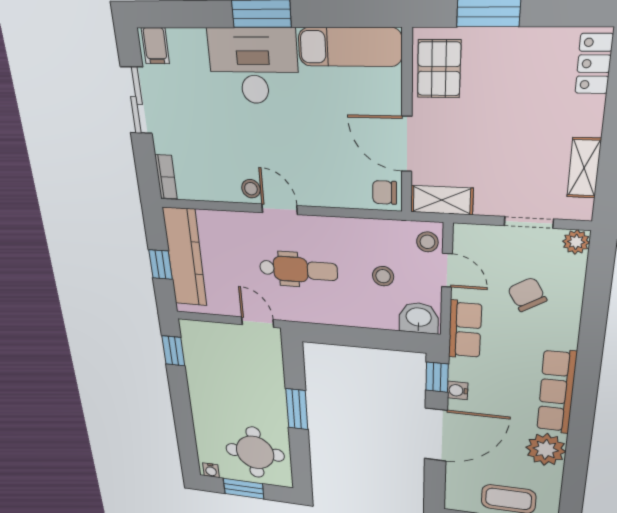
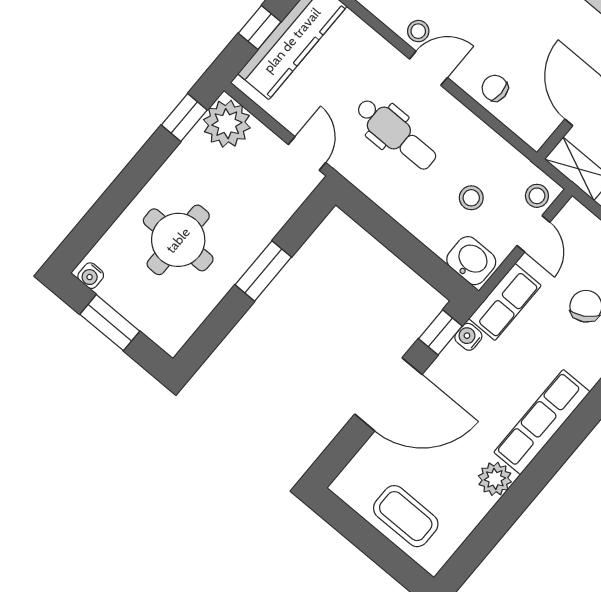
chair: (385, 192) -> (495, 88), moved
door: (280, 209) -> (428, 68), hinge flipped
plant: (198, 337) -> (227, 124), added
water cooler: (458, 390) -> (468, 337), moved
plant: (546, 449) -> (495, 479), width x0.73, depth x0.73
round table: (255, 452) -> (178, 240), moved

